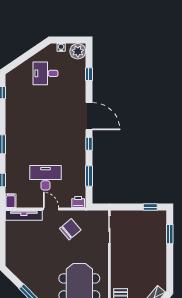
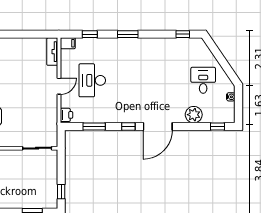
plant: (78, 51) -> (194, 115), moved
window: (89, 74) -> (218, 127), moved
desk: (45, 178) -> (92, 80), turned 180
tv unit: (24, 215) -> (52, 52), width x0.71
chair: (70, 229) -> (37, 107), removed

